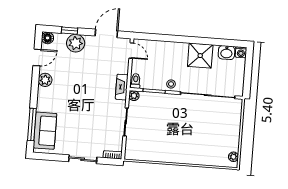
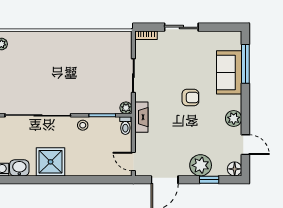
door: (37, 57) -> (245, 145), swing flipped
armchair: (80, 100) -> (190, 98), added
sofa: (45, 131) -> (229, 72), moved

